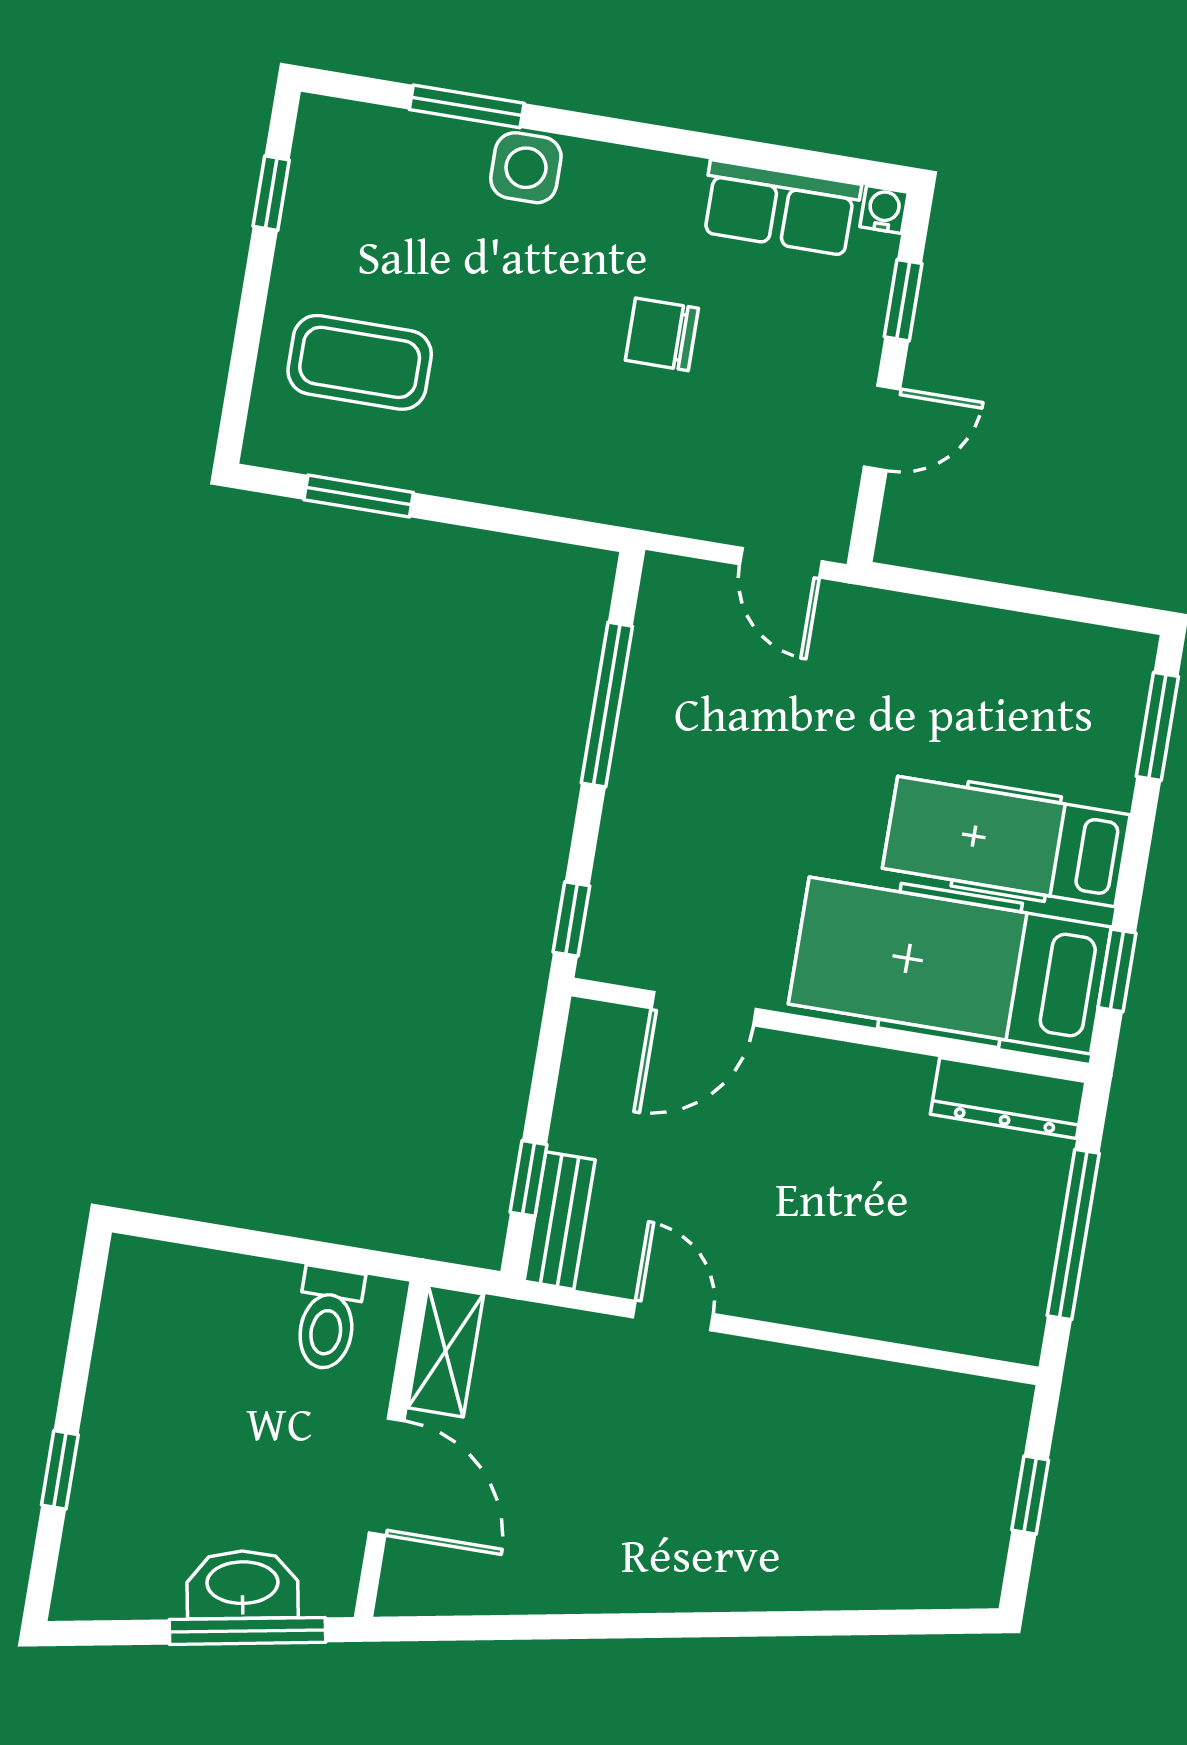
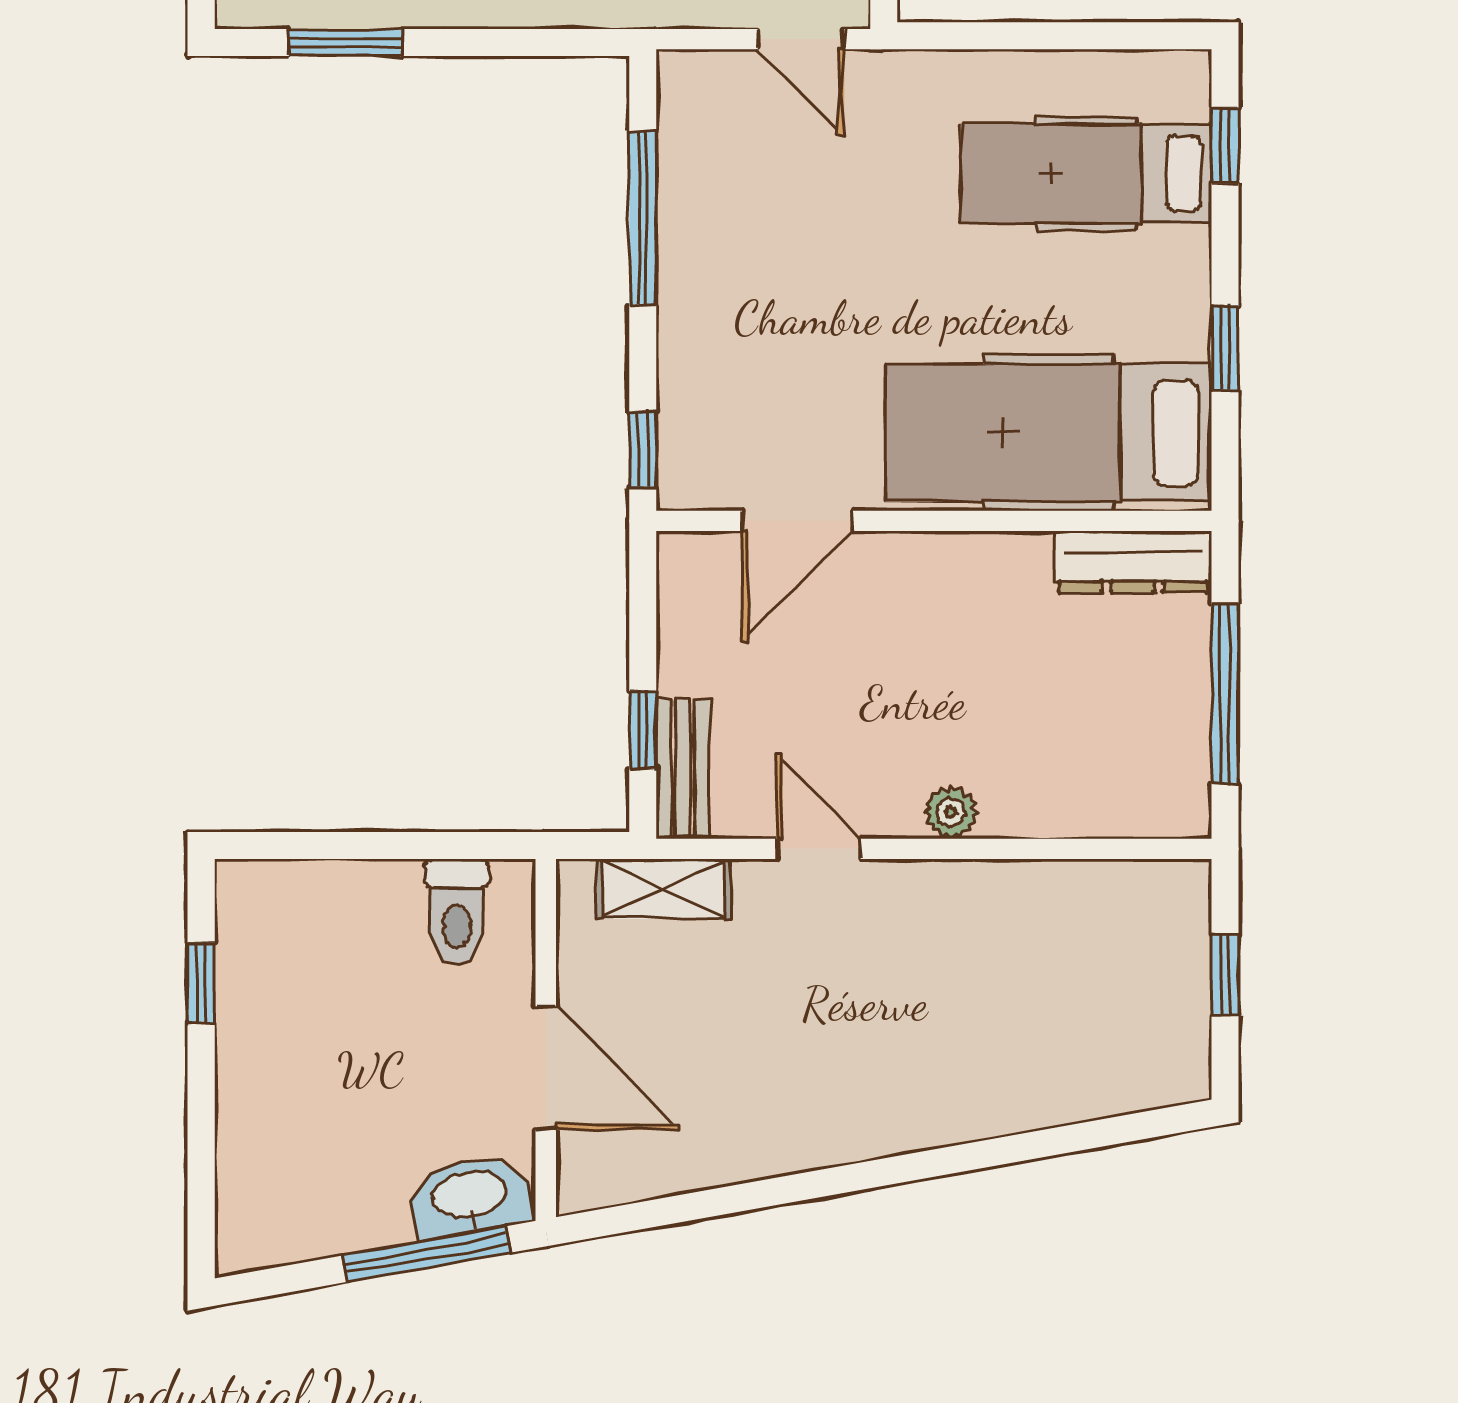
window: (1157, 726) -> (1225, 146), width x0.67
hospital bed: (1006, 841) -> (1086, 174), moved
window: (1117, 970) -> (1225, 348), moved
plant: (801, 1302) -> (951, 812), added
shelving: (446, 1351) -> (664, 889), moved, turned 90
window: (60, 1470) -> (201, 983), moved
washbasin: (242, 1585) -> (470, 1196), moved

